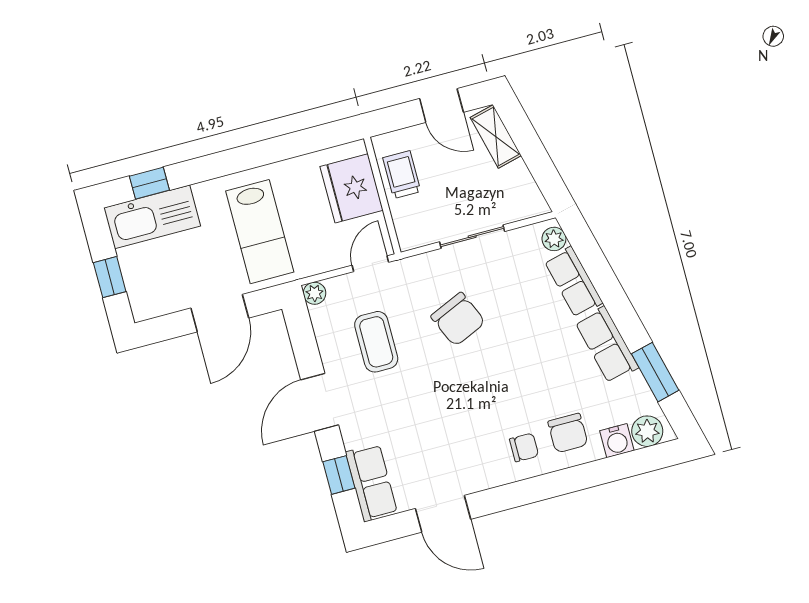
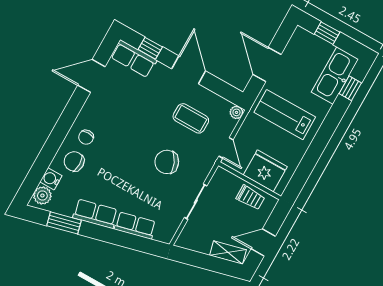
plant: (554, 239) -> (161, 235), removed

